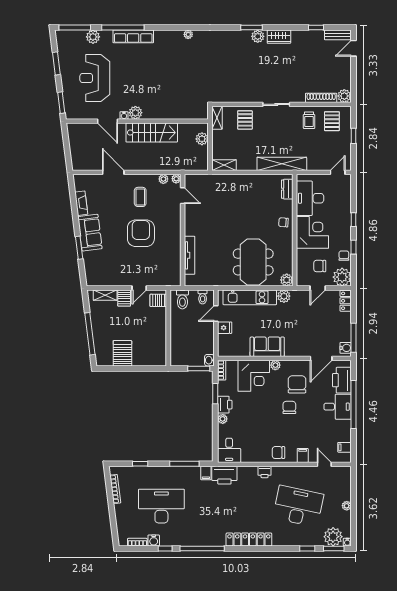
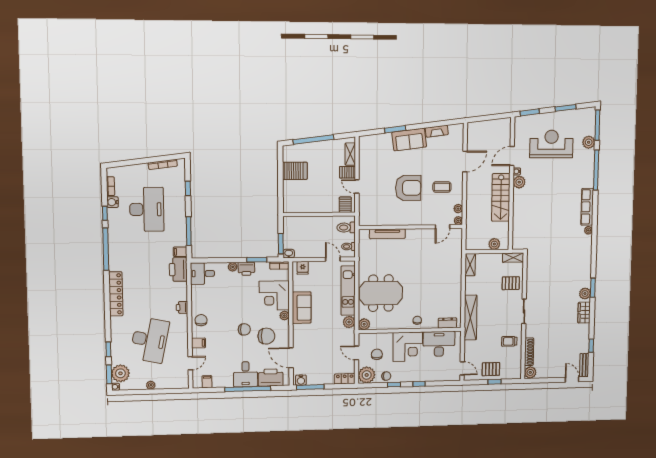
row of seats: (133, 36) -> (587, 207), moved
pallet: (332, 121) -> (491, 369), moved
fridge: (225, 328) -> (303, 268), moved

